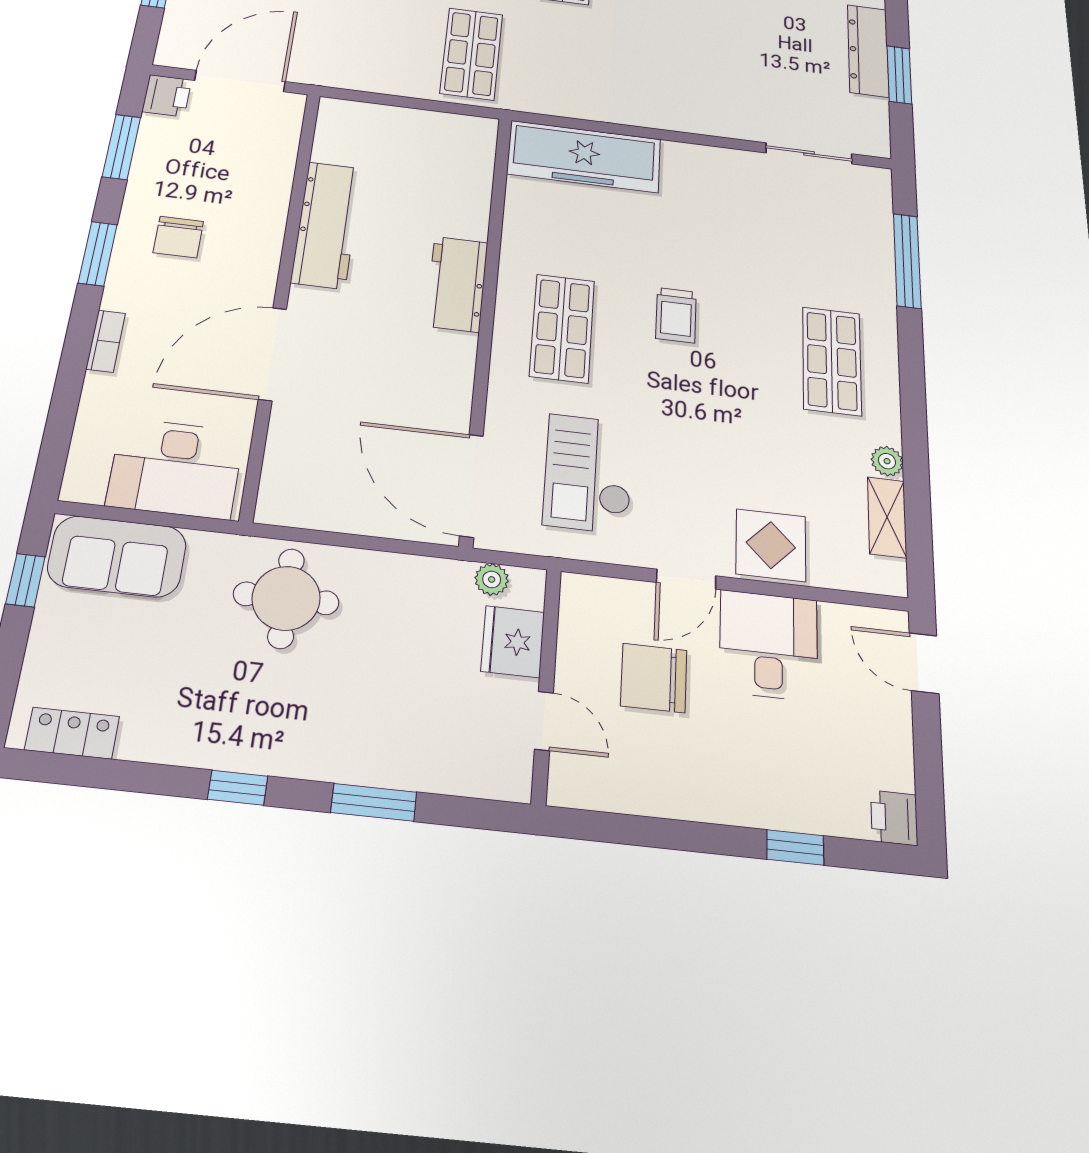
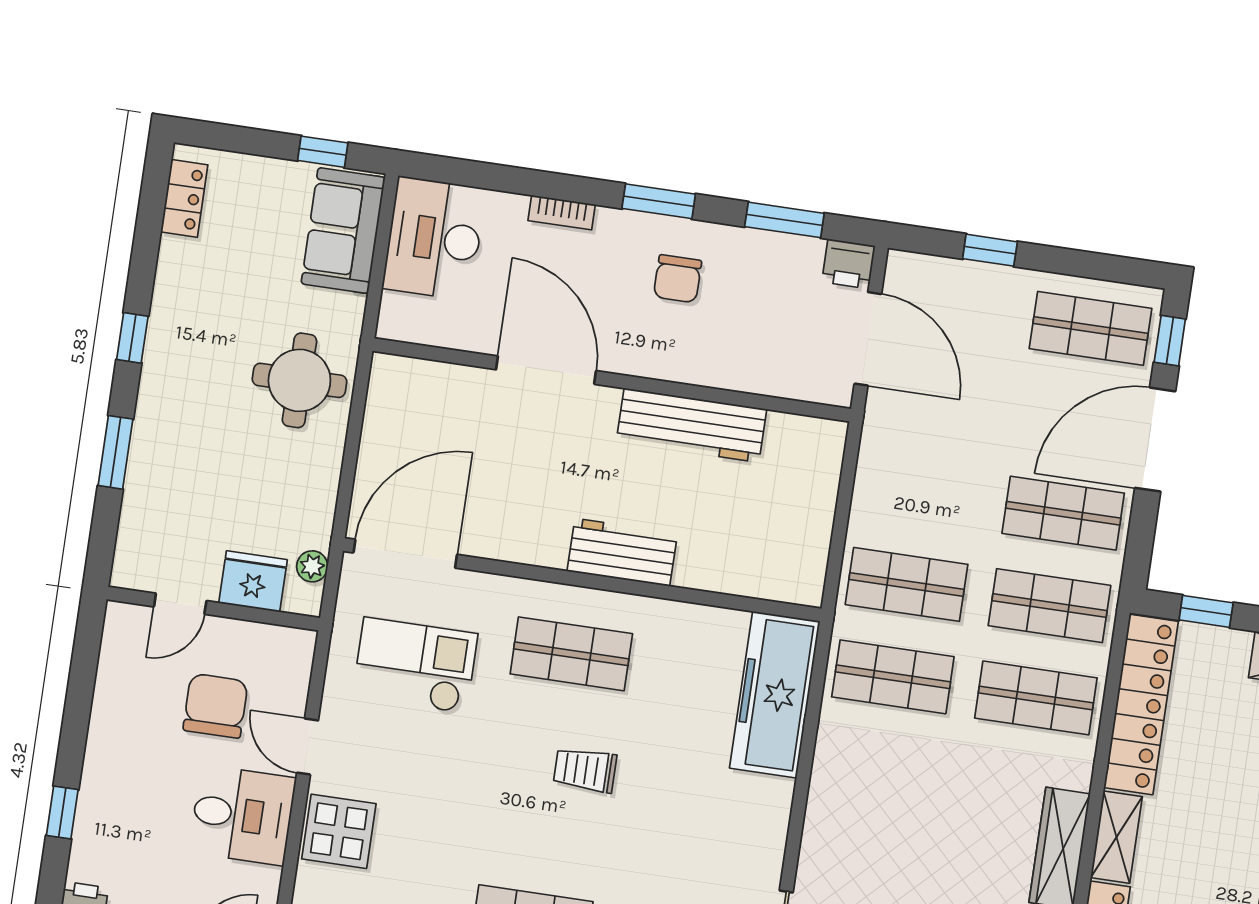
shop shelf: (558, 65) -> (893, 677), added
chair: (178, 237) -> (678, 279), turned -90
desk: (175, 468) -> (434, 238), moved

